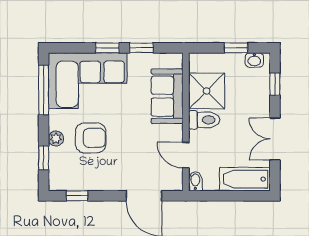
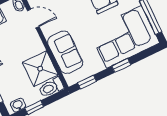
window: (141, 48) -> (87, 82), moved
toilet: (204, 120) -> (51, 87), moved

